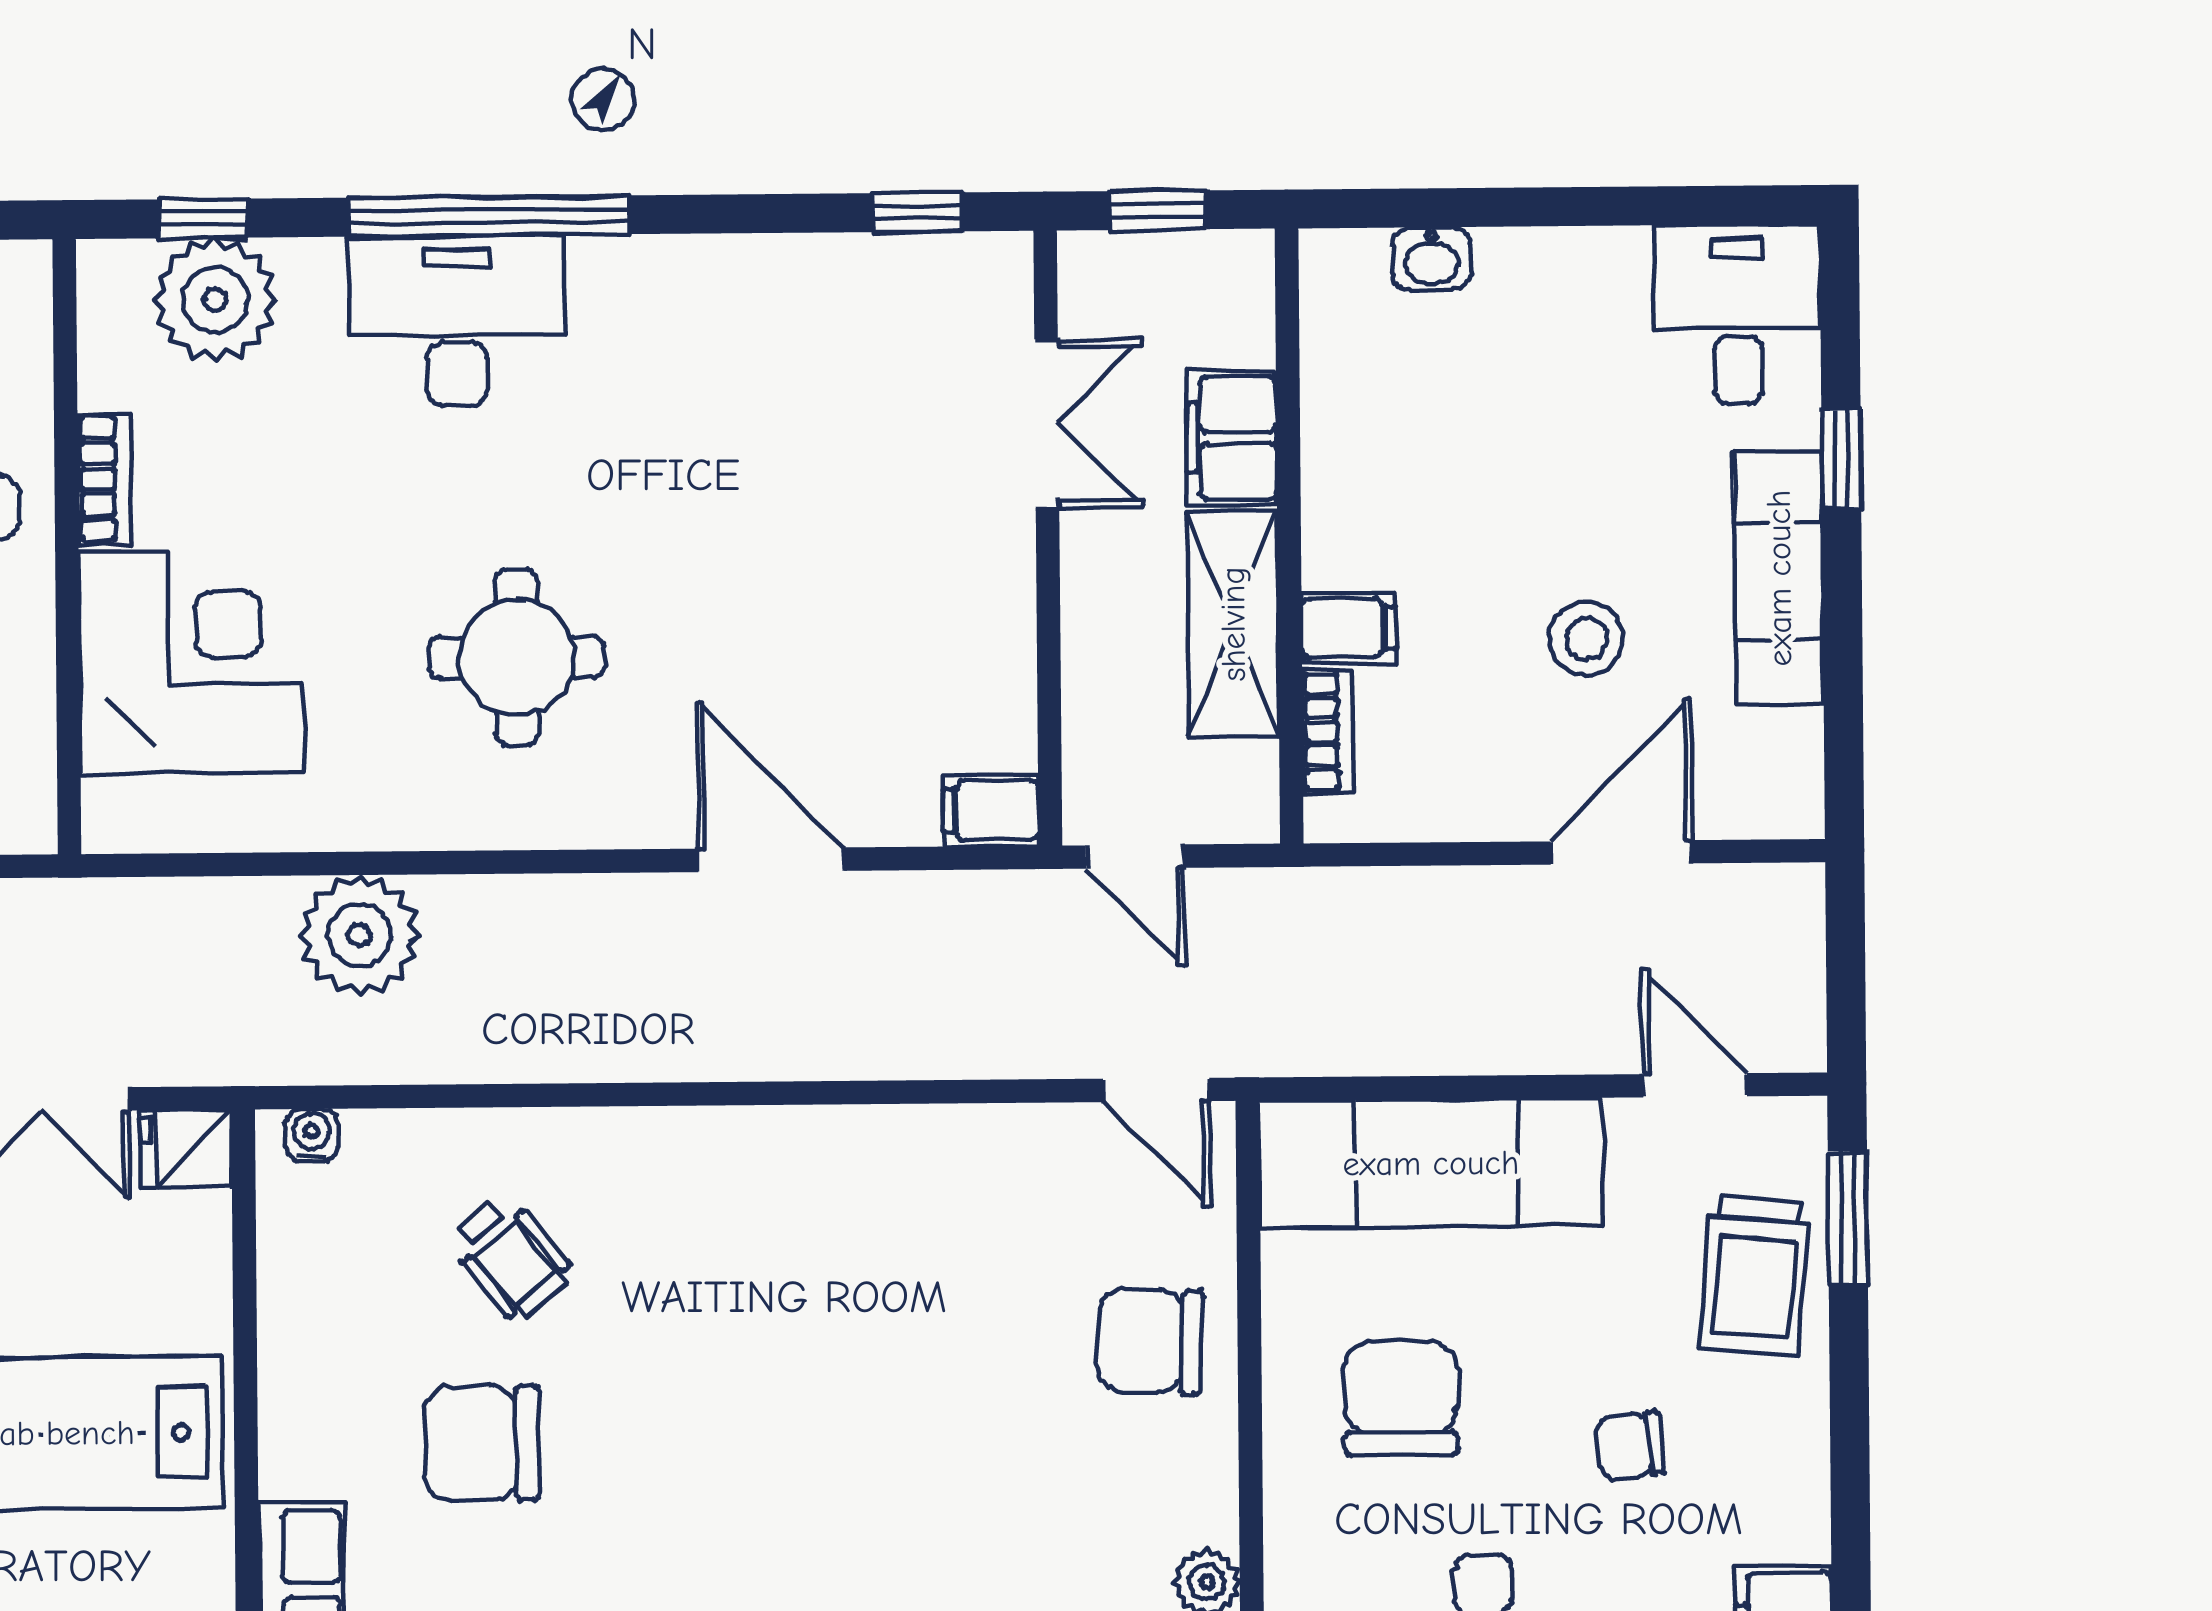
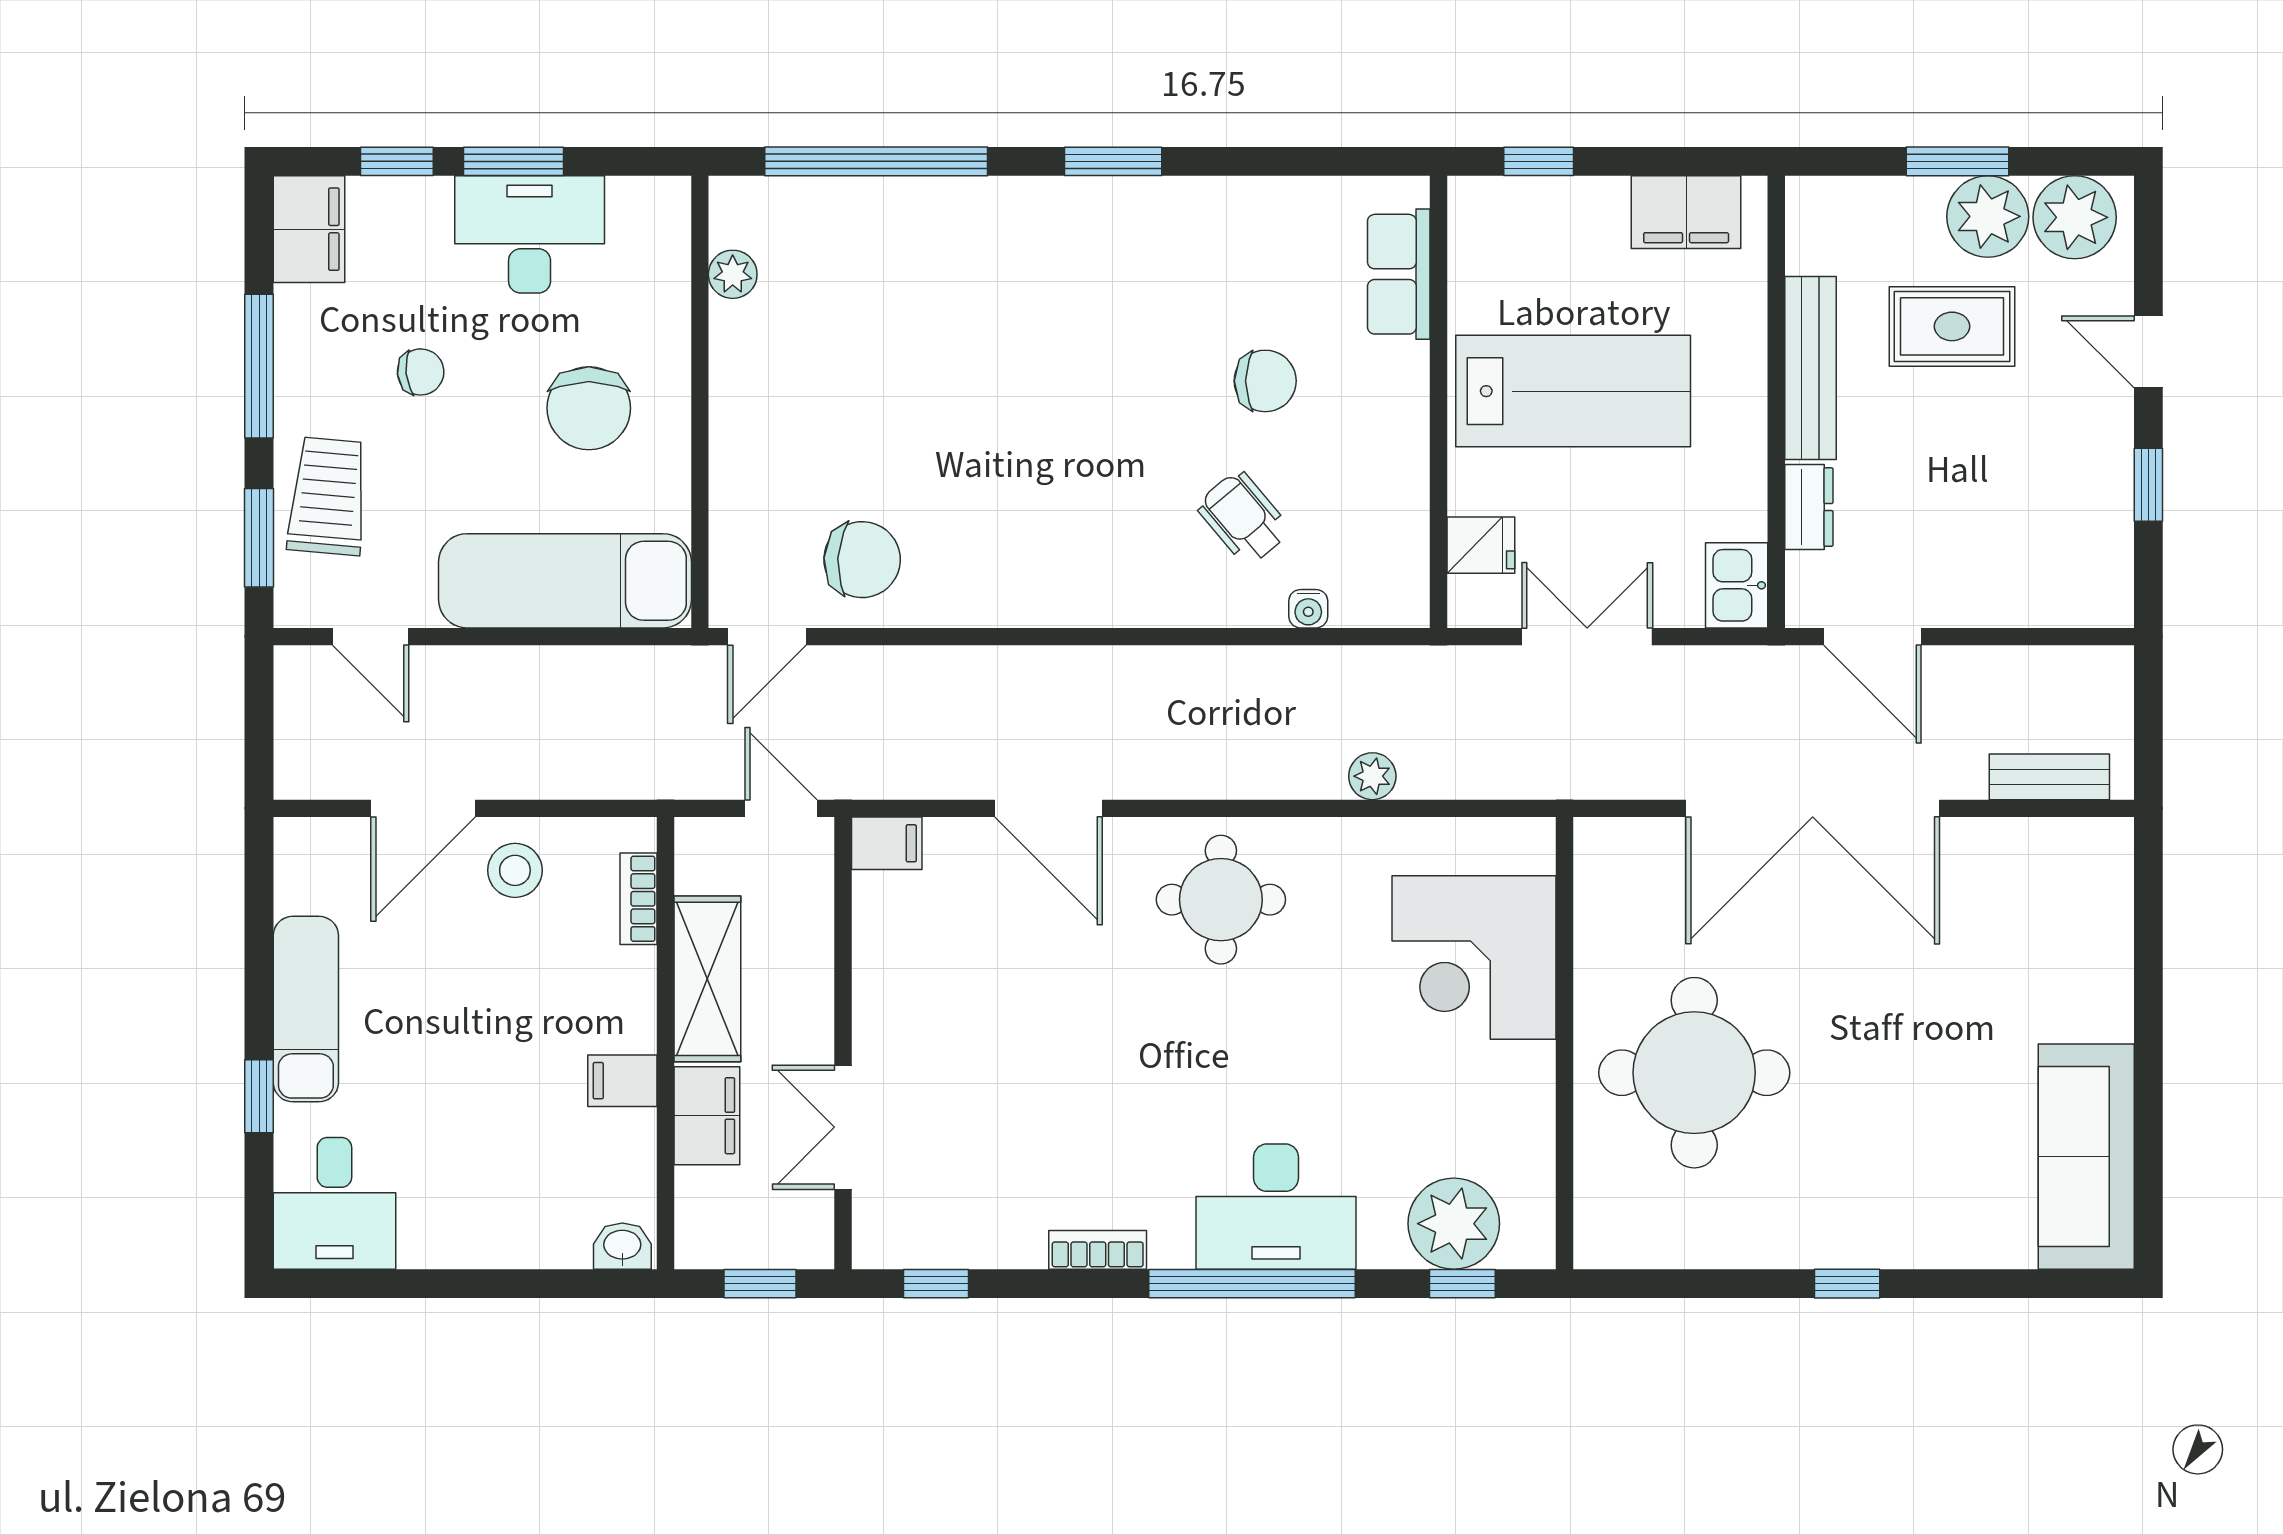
washbasin: (1432, 259) -> (622, 1246), moved
bookcase: (104, 479) -> (1098, 1250), moved, turned 90
filing cabinet: (1349, 628) -> (622, 1081), moved
stool: (1586, 639) -> (515, 870), moved
round table: (517, 657) -> (1221, 900), moved
plant: (359, 935) -> (1372, 776), width x0.53, depth x0.53
door: (1156, 1090) -> (767, 637), swing flipped
water cooler: (311, 1135) -> (1308, 609), moved
fridge: (186, 1149) -> (1481, 545), moved
chair: (1150, 1341) -> (862, 560), moved
chair: (482, 1444) -> (1265, 381), width x0.73, depth x0.73
window: (1850, 1452) -> (259, 366), added

